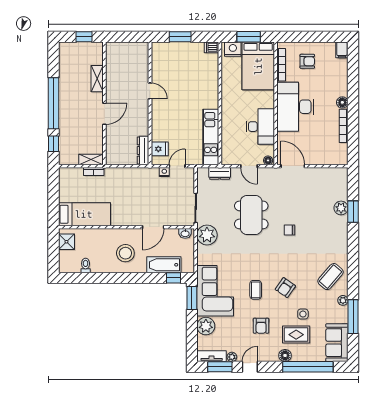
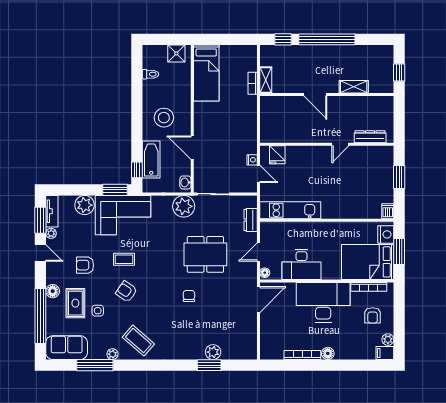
plant: (330, 47) -> (388, 340), added
dresser: (143, 151) -> (370, 137), moved

